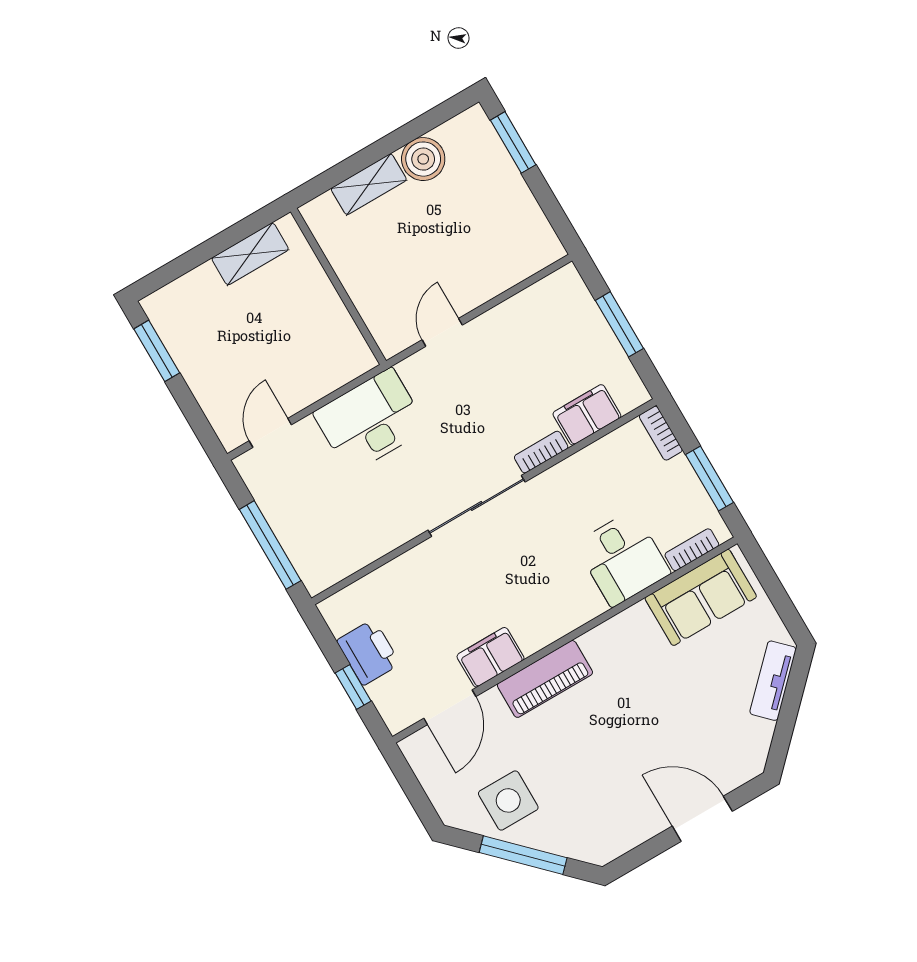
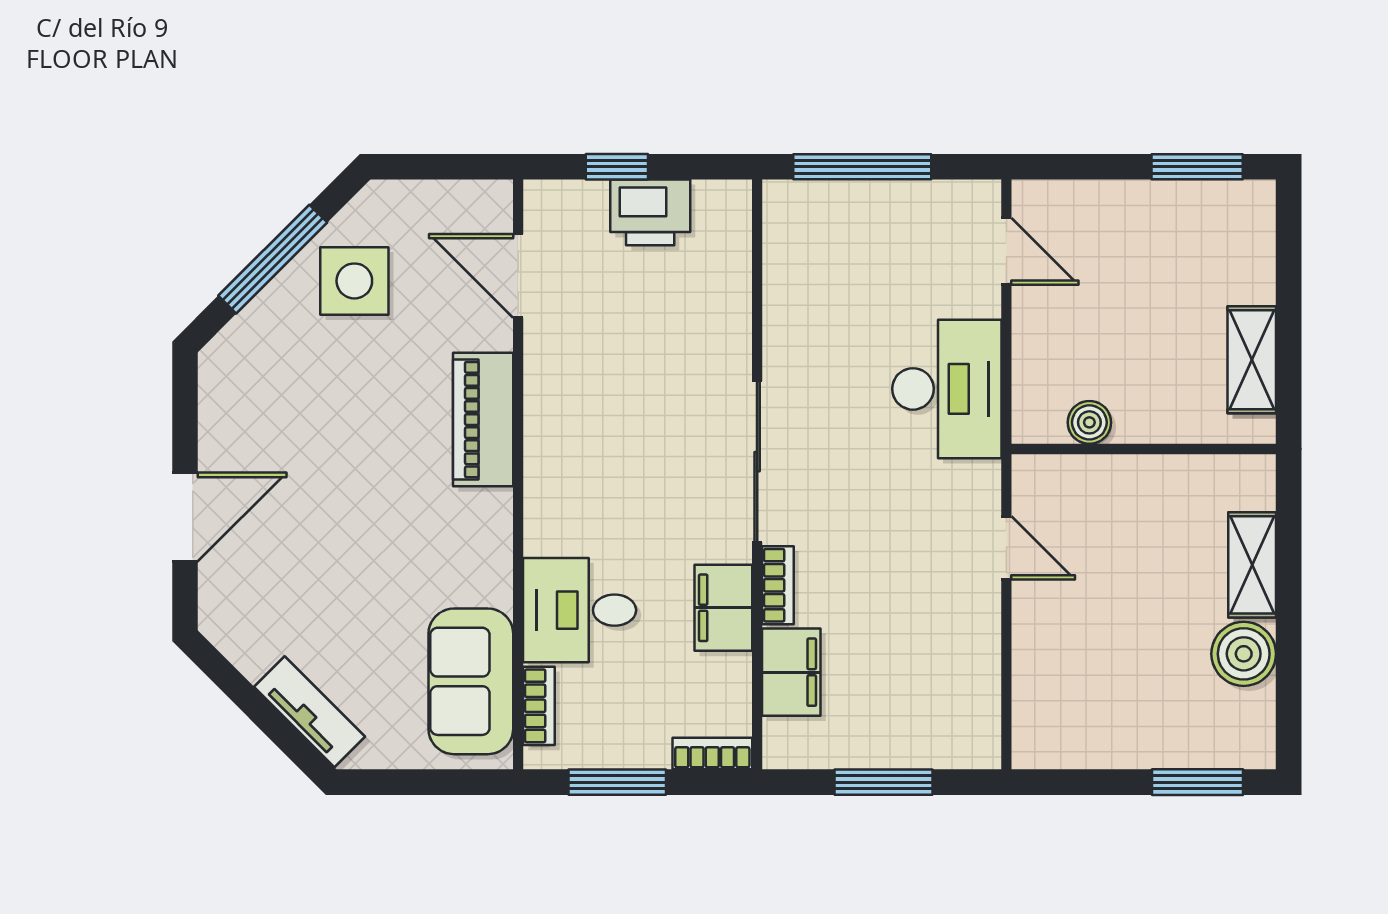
boiler: (341, 327) -> (1089, 422), added
filing cabinet: (490, 657) -> (723, 608), moved, turned 180

